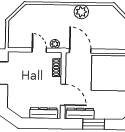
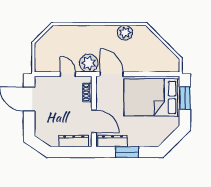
plant: (81, 12) -> (125, 33), moved
plant: (55, 44) -> (89, 63), width x1.88, depth x1.88

